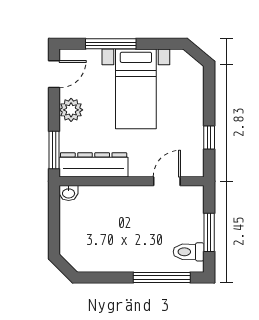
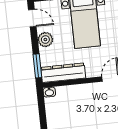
door: (54, 74) -> (32, 18), hinge flipped

